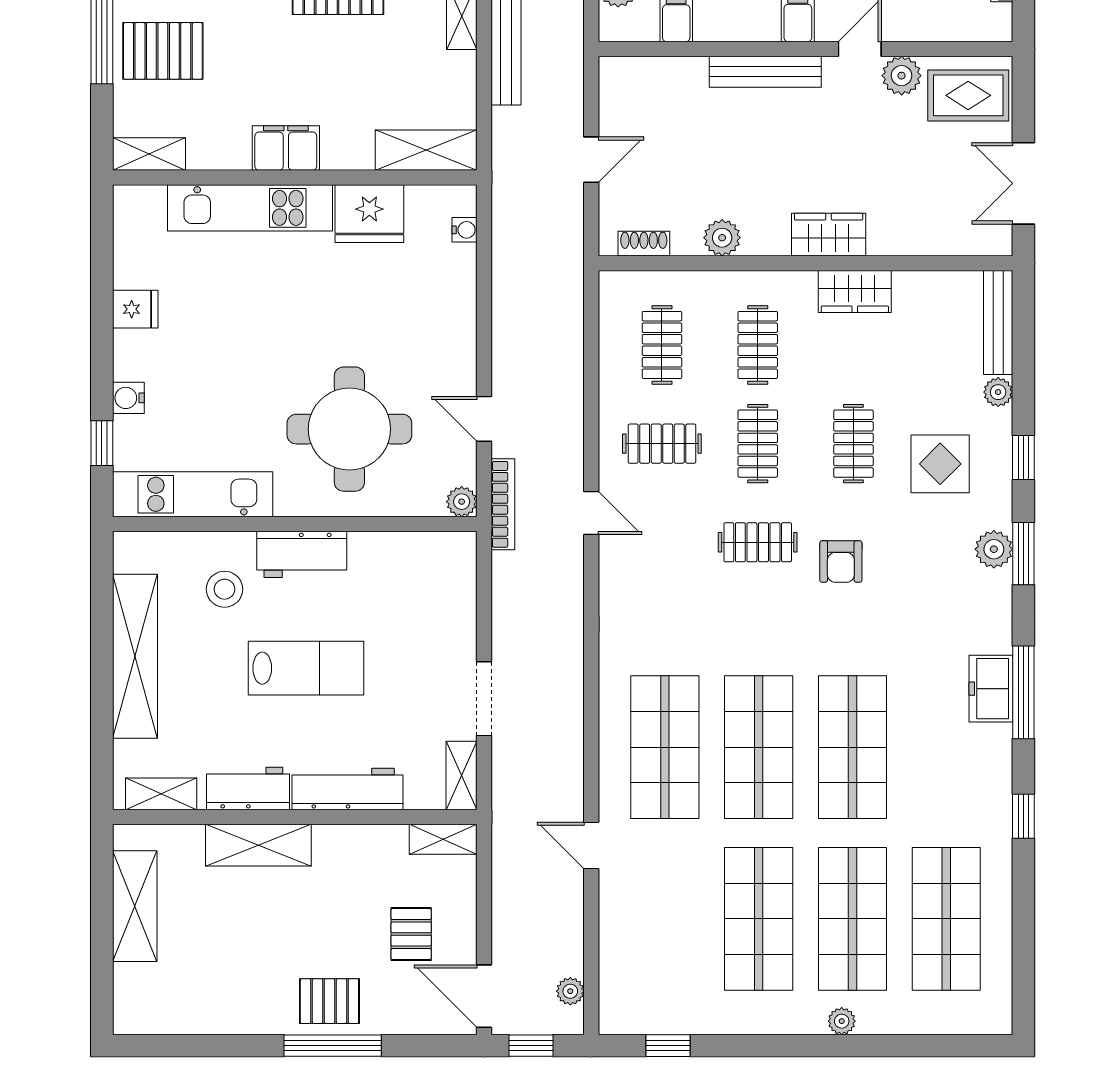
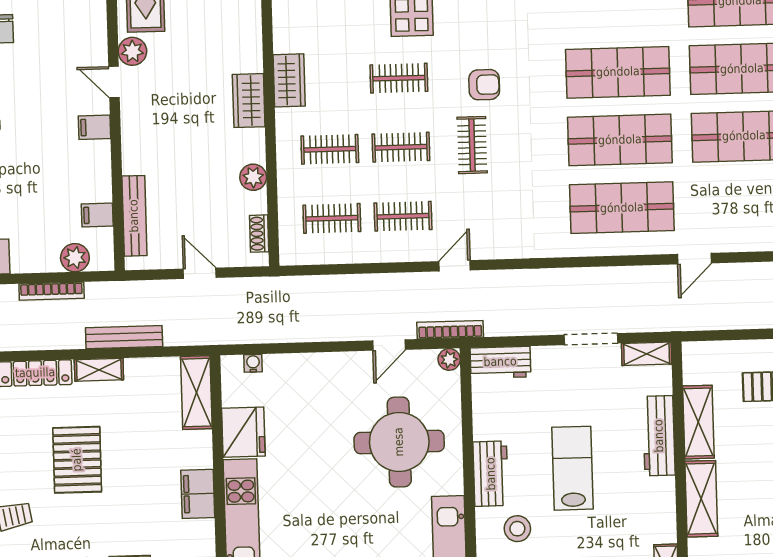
bench: (765, 72) -> (134, 216), moved
clothes rail: (662, 444) -> (403, 216), turned 90
workbench: (248, 788) -> (500, 362), moved, turned -90
shelving: (443, 839) -> (698, 422), moved, width x1.50, depth x1.33

